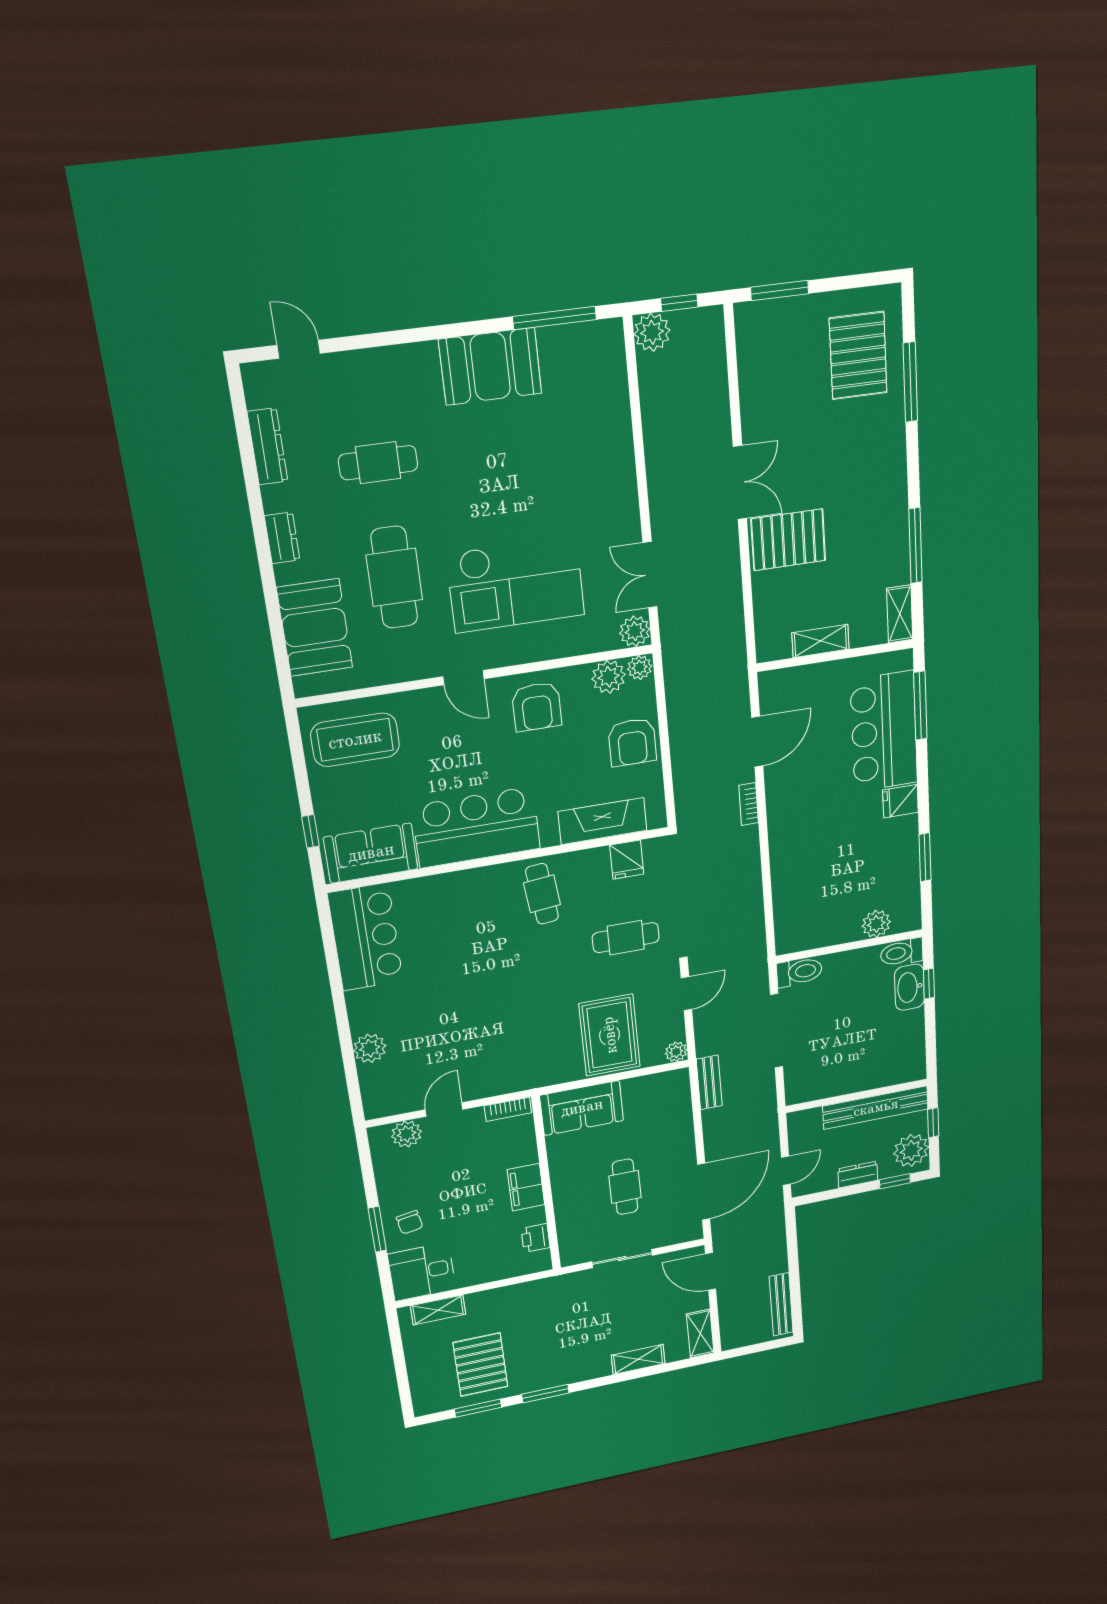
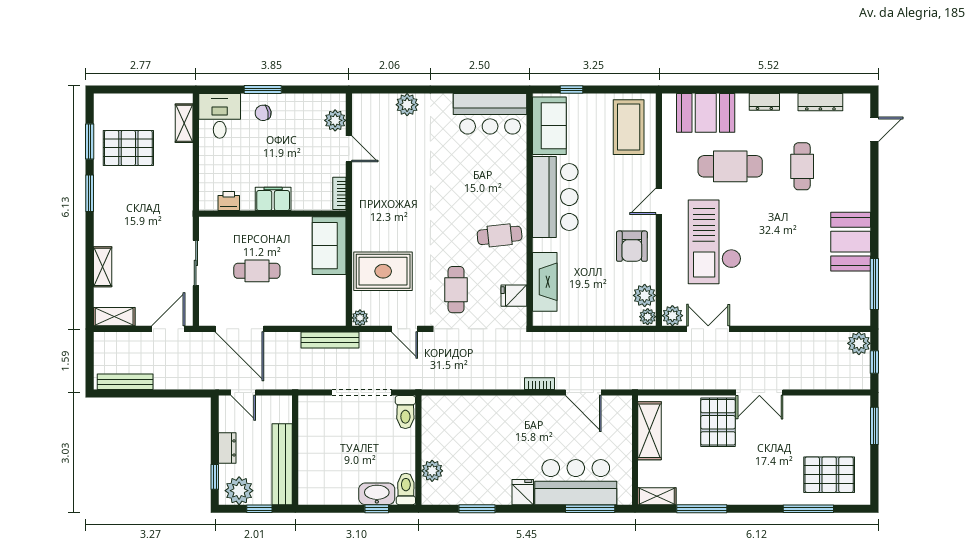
shelving: (821, 641) -> (650, 431), width x1.50, depth x1.33
armchair: (537, 707) -> (632, 246), turned -90
armchair: (632, 742) -> (597, 307), removed
bench: (709, 1082) -> (330, 340), width x1.36

